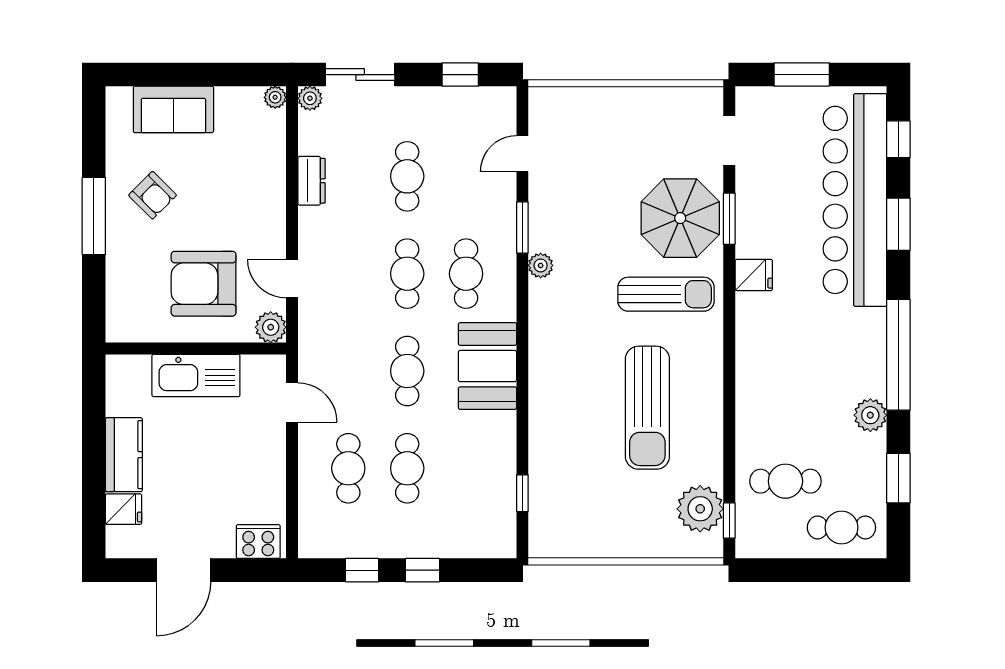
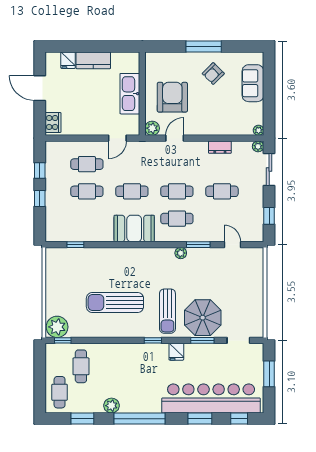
window: (729, 325) -> (153, 340), added
plant: (700, 509) -> (57, 327), moved

